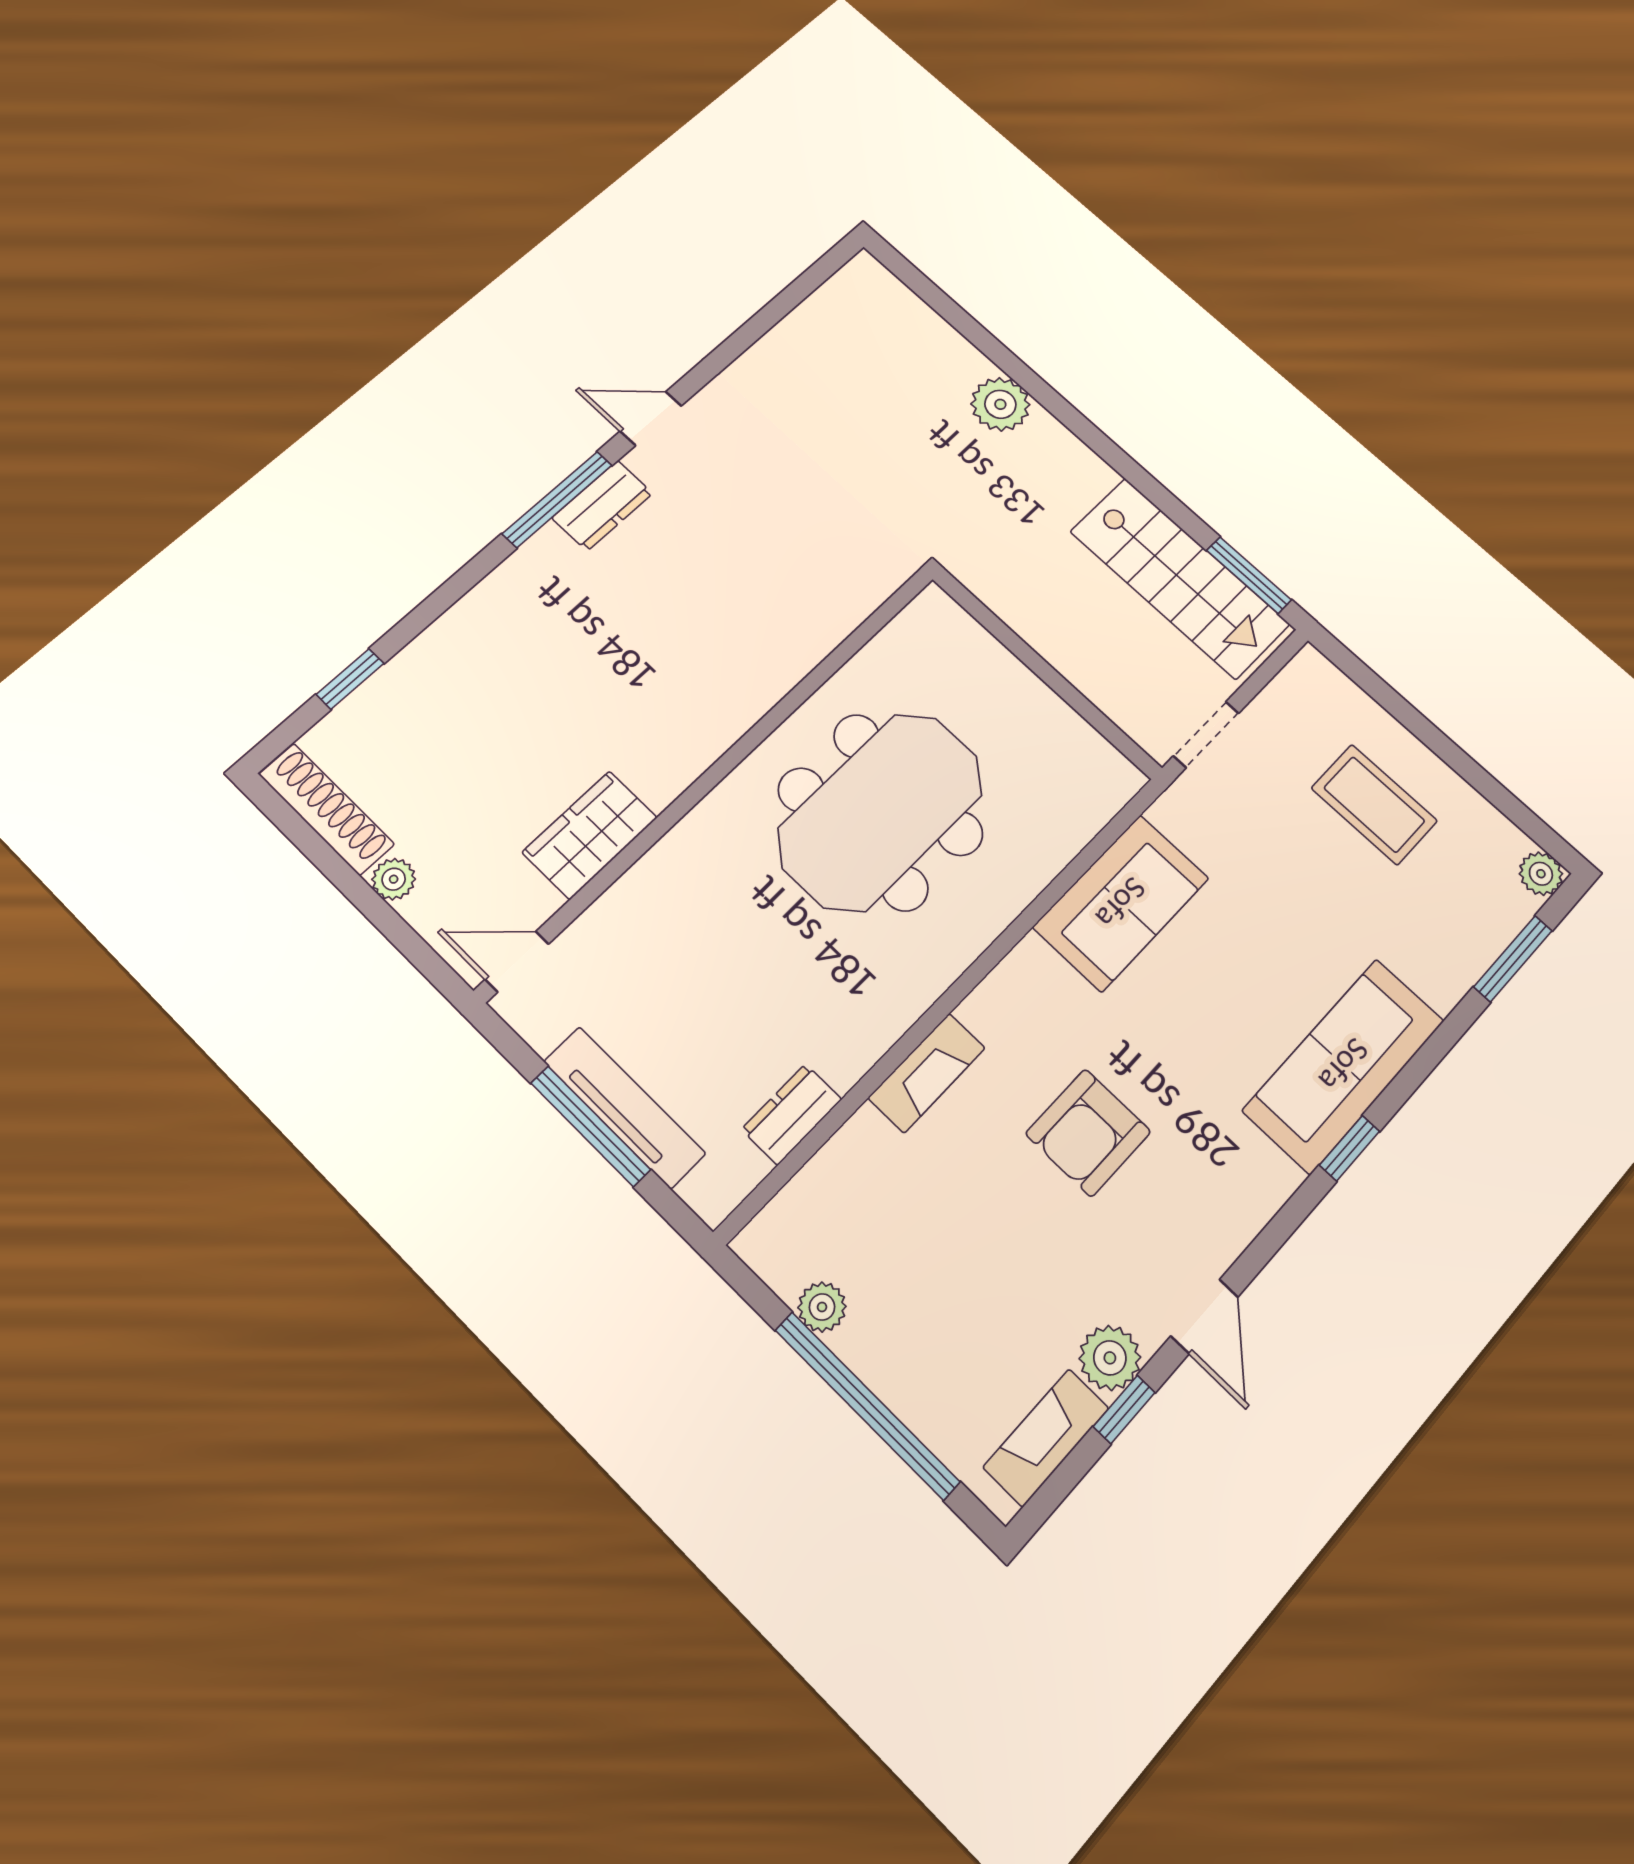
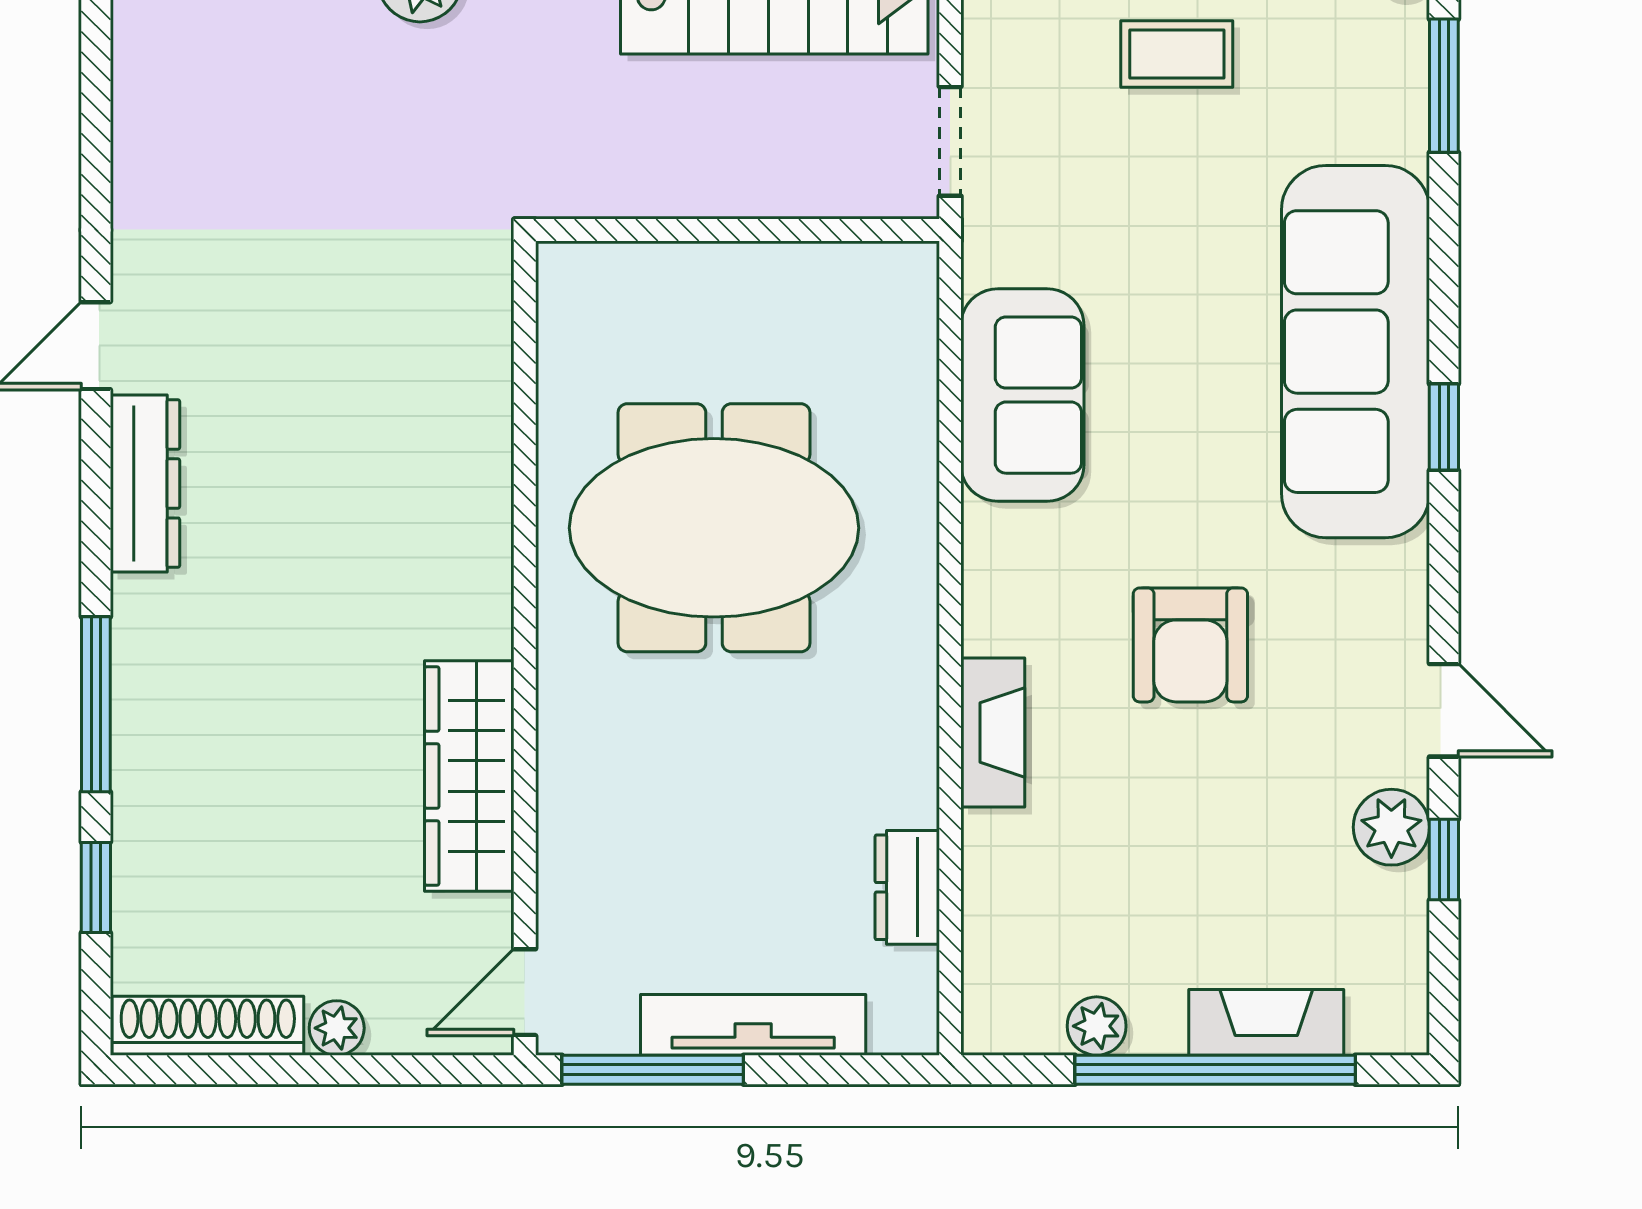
window: (557, 499) -> (96, 704), moved
dresser: (602, 506) -> (145, 484), width x1.44
coffee table: (1374, 805) -> (1177, 54), width x0.73, depth x0.77
meeting table: (881, 812) -> (714, 528), turned 90
wardrobe: (590, 835) -> (469, 776), width x1.50
sofa: (1344, 1065) -> (1356, 352), width x1.36, depth x1.27
window: (590, 1126) -> (653, 1070), moved
fireplace: (1046, 1438) -> (1266, 1022), moved, turned 90

